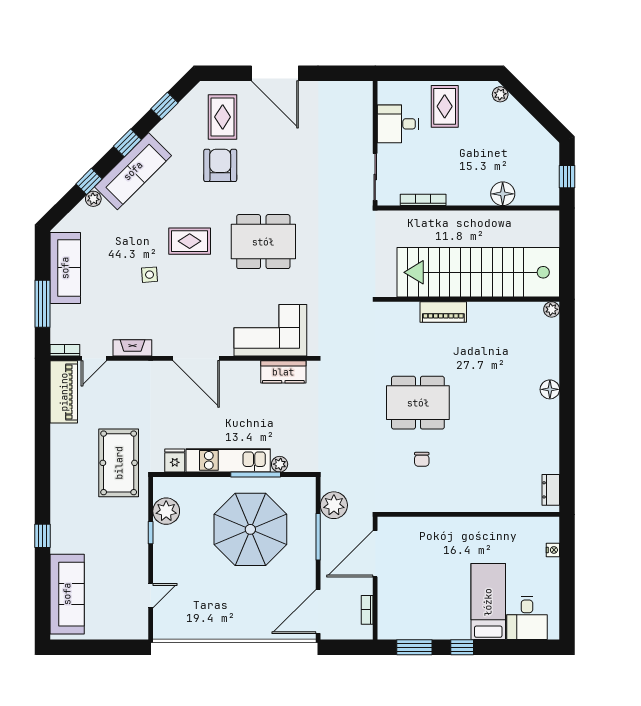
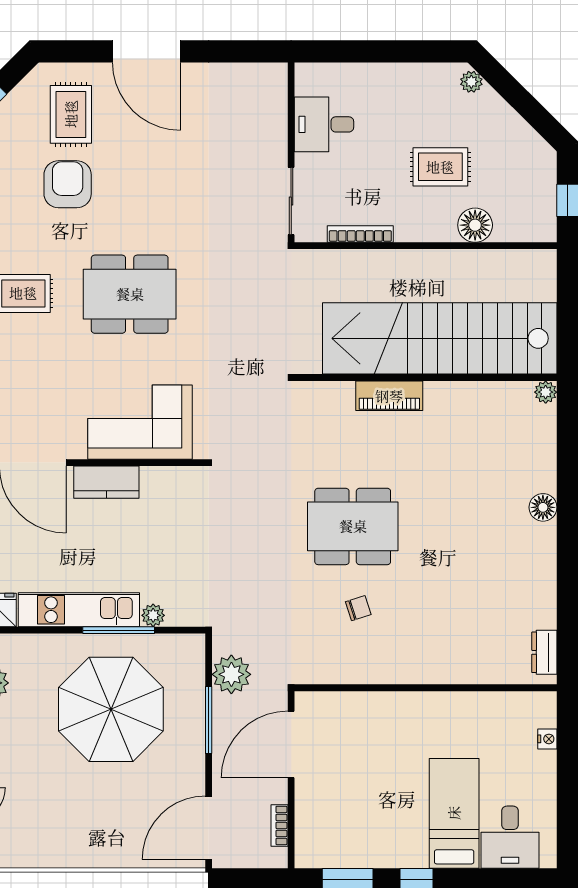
rug: (445, 106) -> (440, 167), moved, turned 90
kitchen counter: (283, 372) -> (106, 482), moved
chair: (422, 459) -> (358, 608), turned -108

